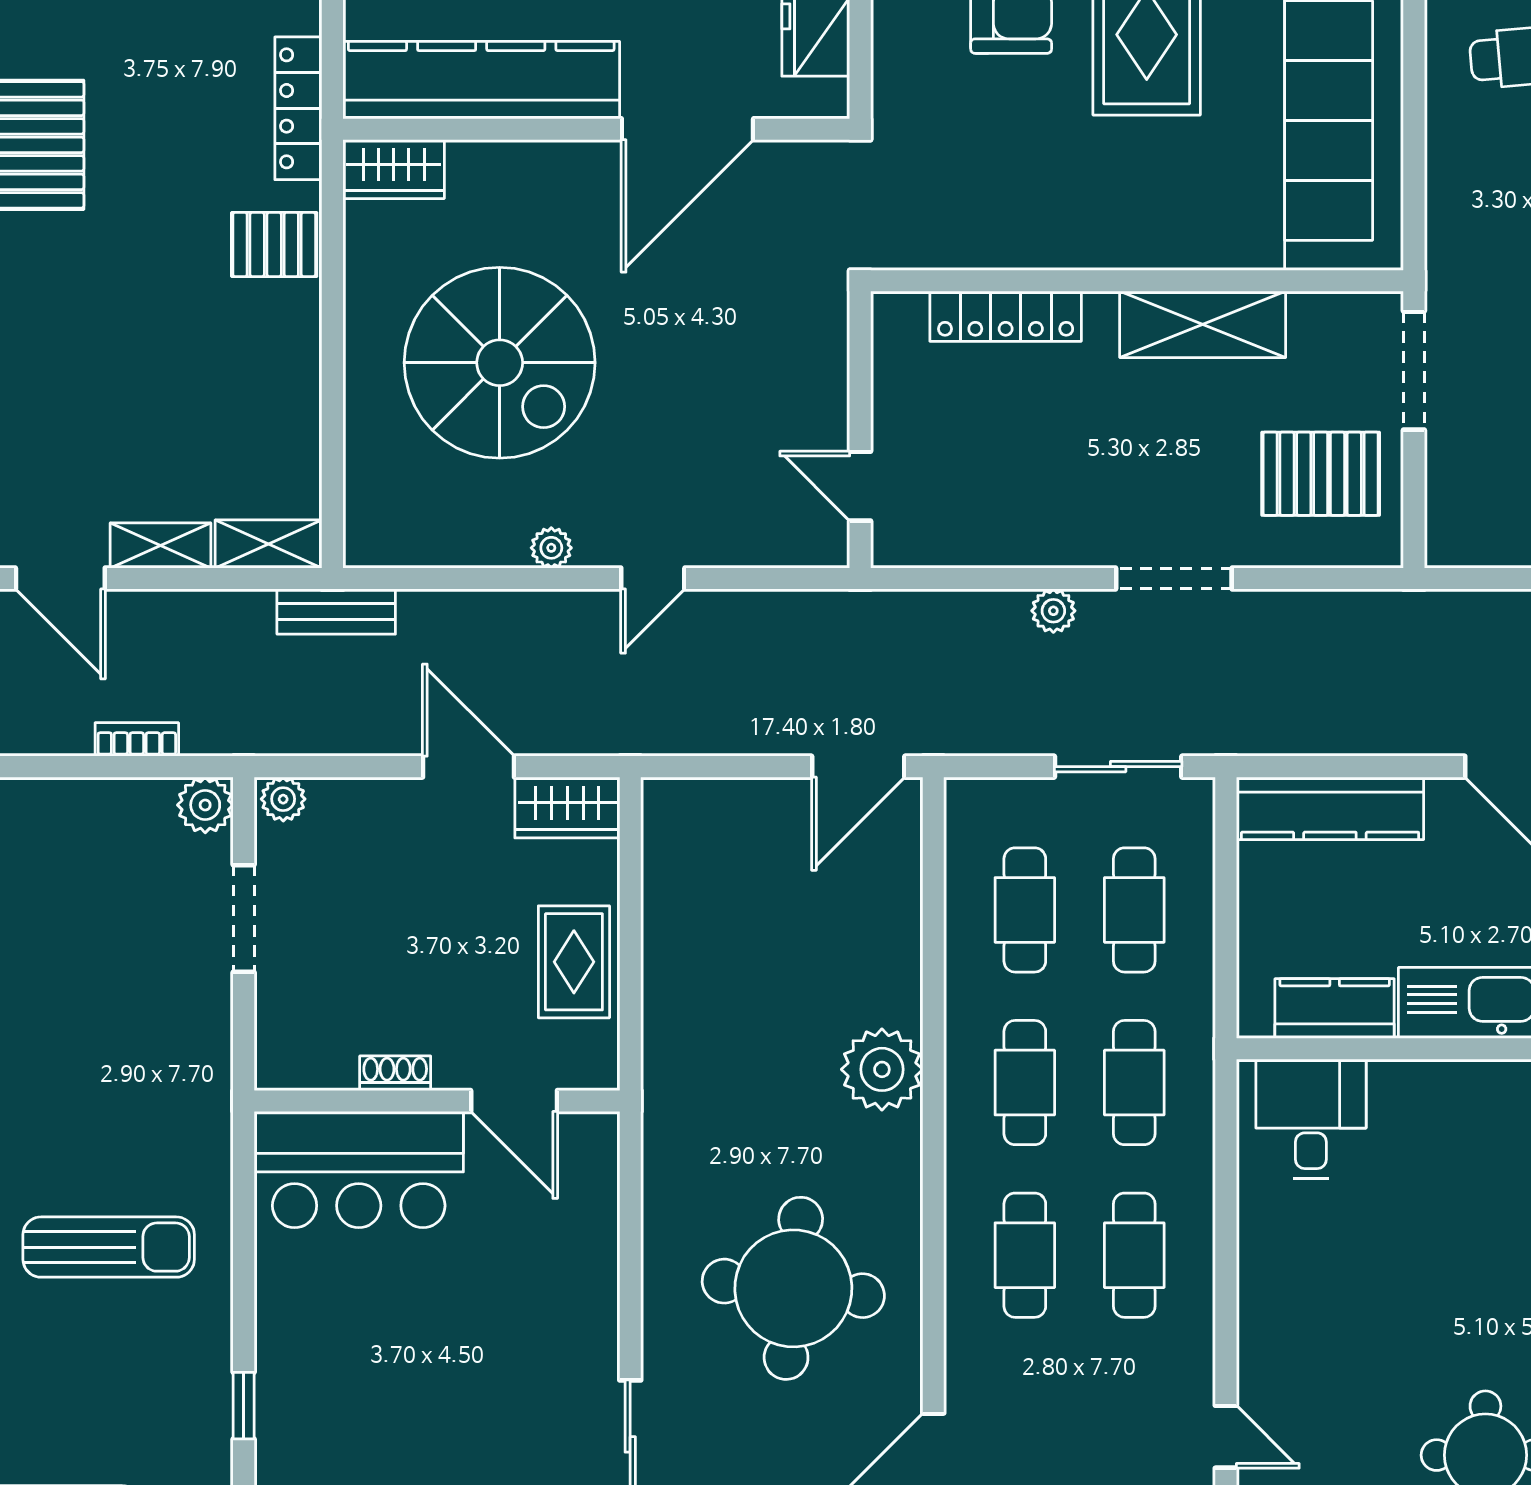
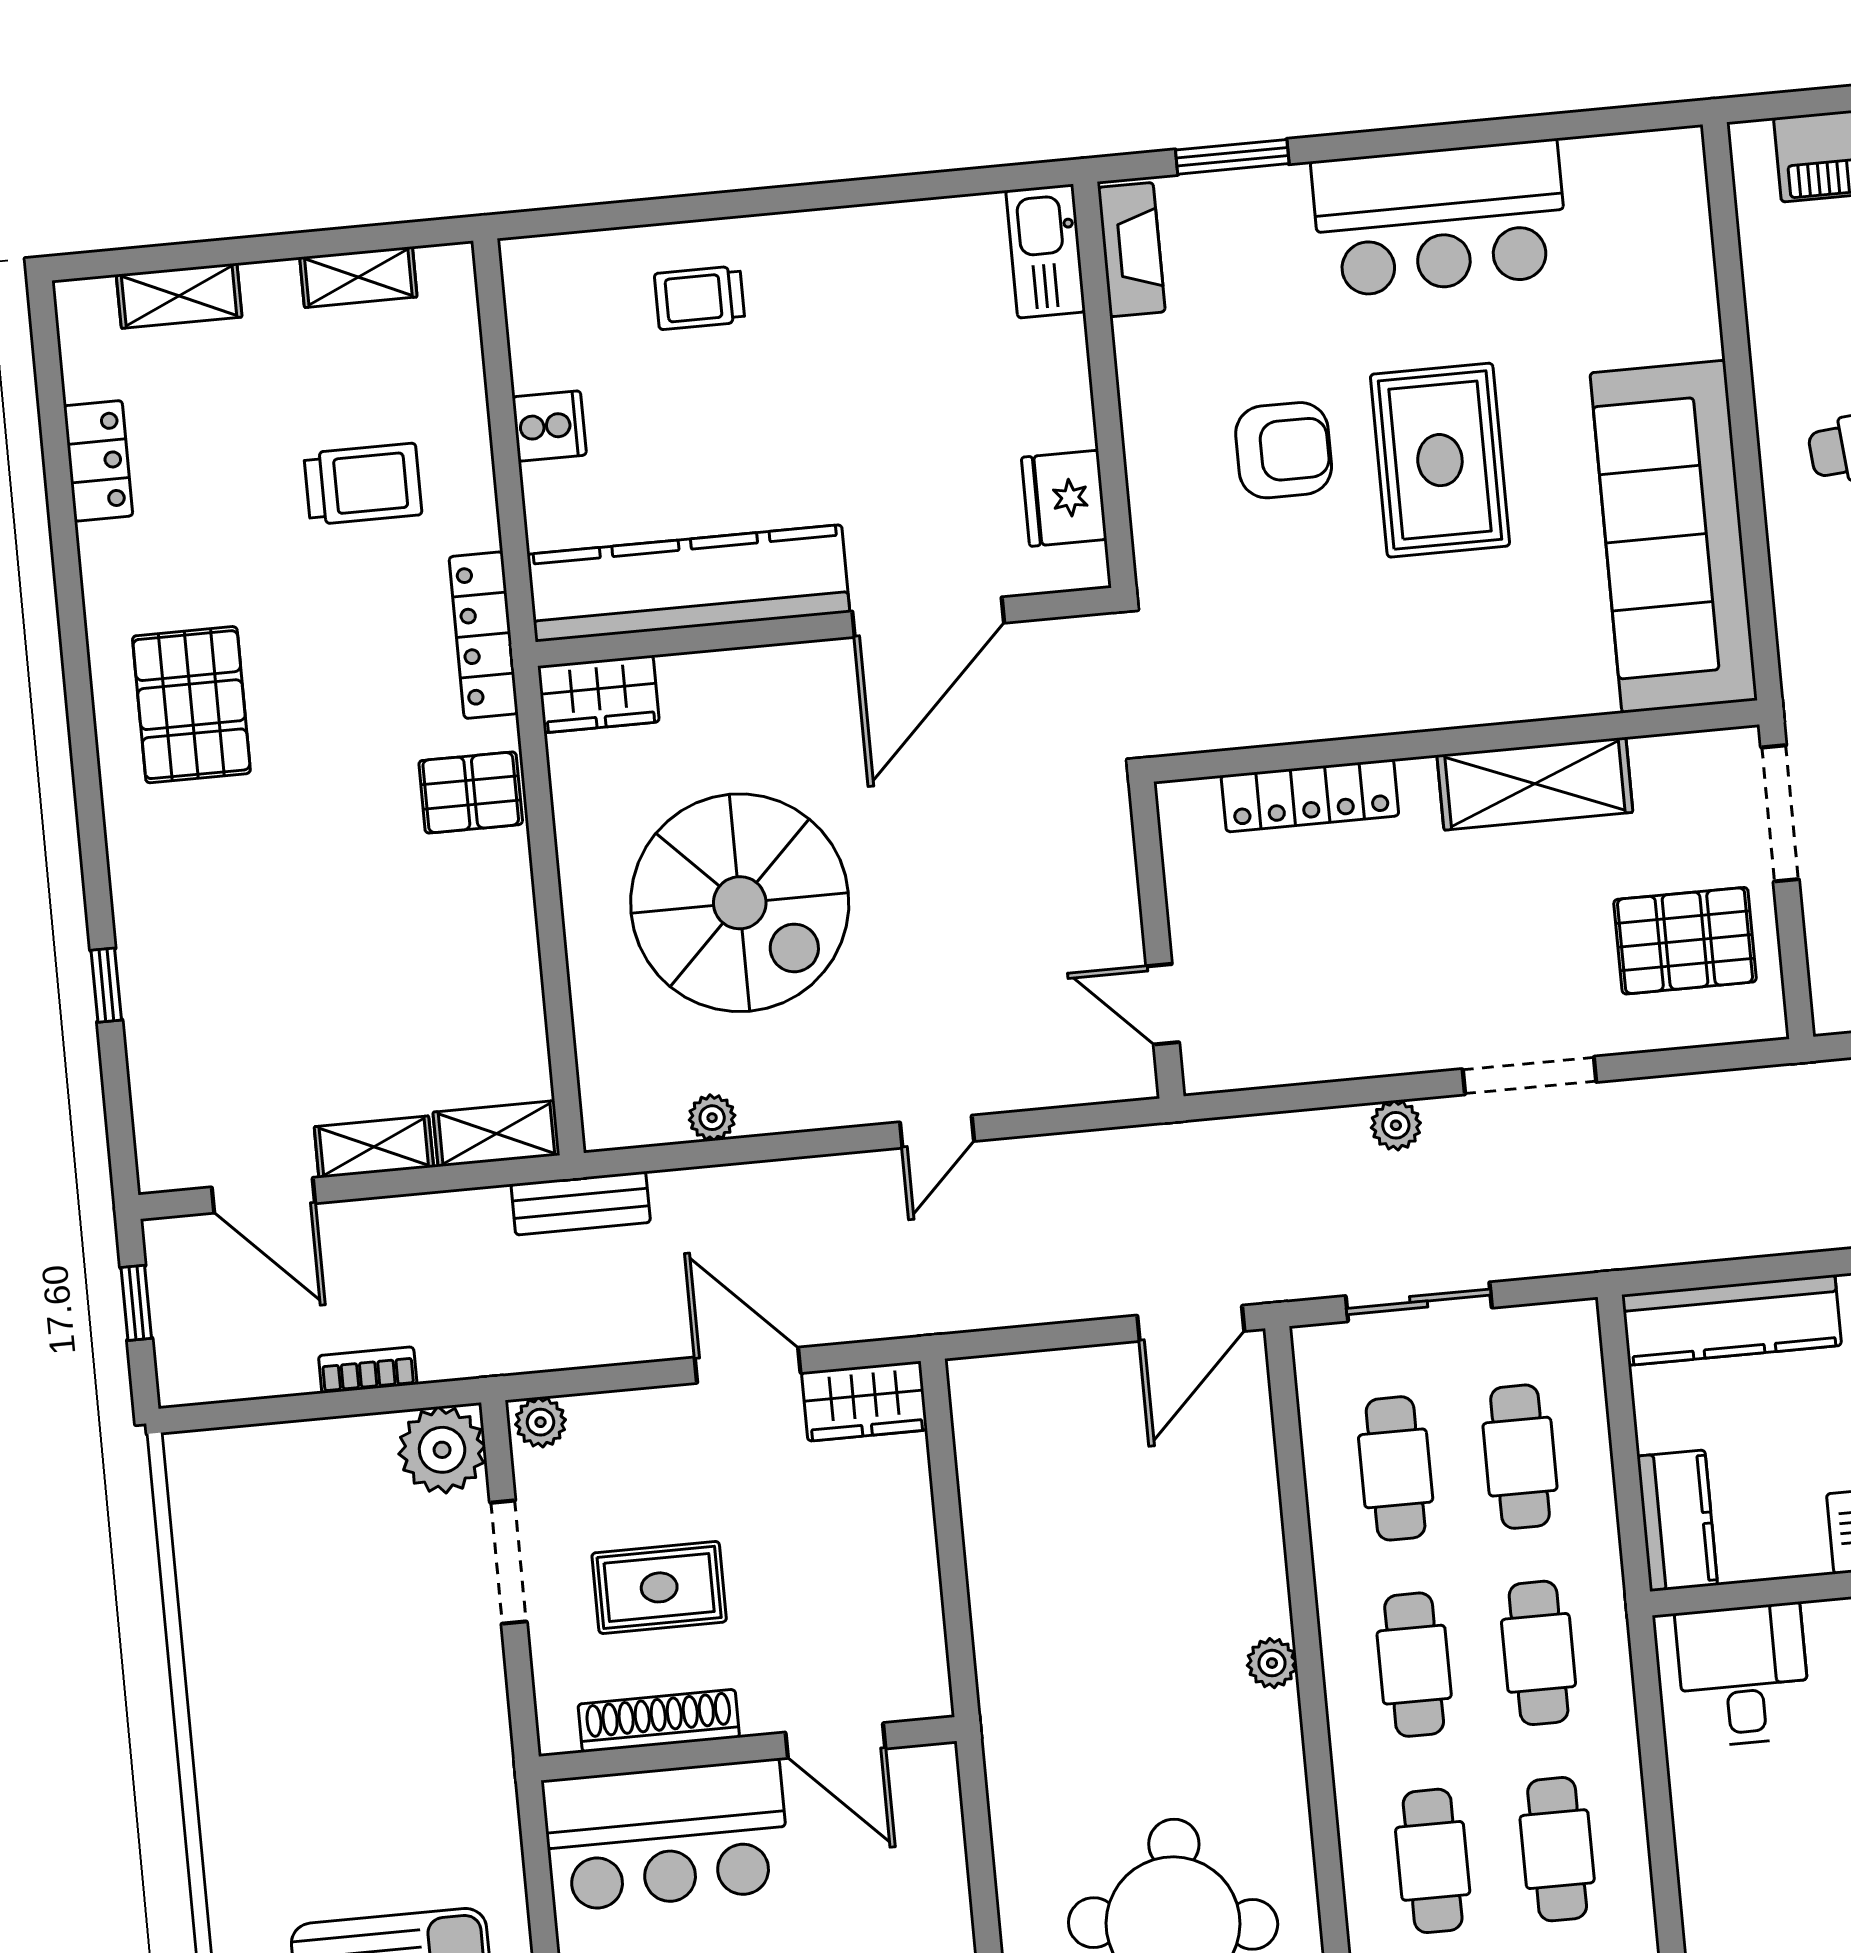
plant: (551, 548) -> (712, 1118), moved
sliding door: (1118, 767) -> (1419, 1302), moved
plant: (205, 805) -> (442, 1450), width x1.36, depth x1.36
rug: (574, 962) -> (659, 1587), moved, turned 90
kitchen counter: (1335, 1008) -> (1677, 1521), moved, turned 90
plant: (882, 1069) -> (1272, 1663), width x0.53, depth x0.53
shoe rack: (395, 1073) -> (659, 1721), width x1.94, depth x1.24

